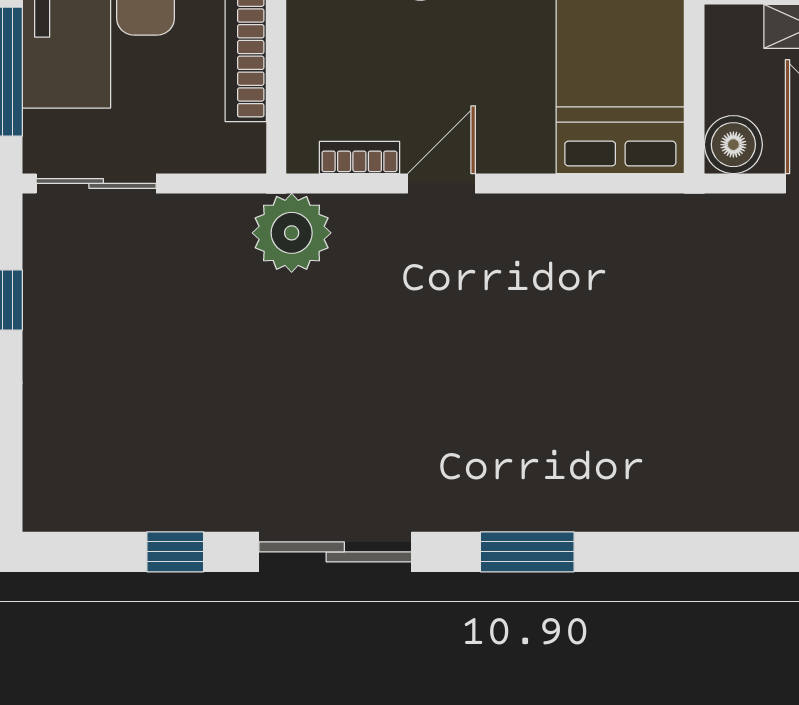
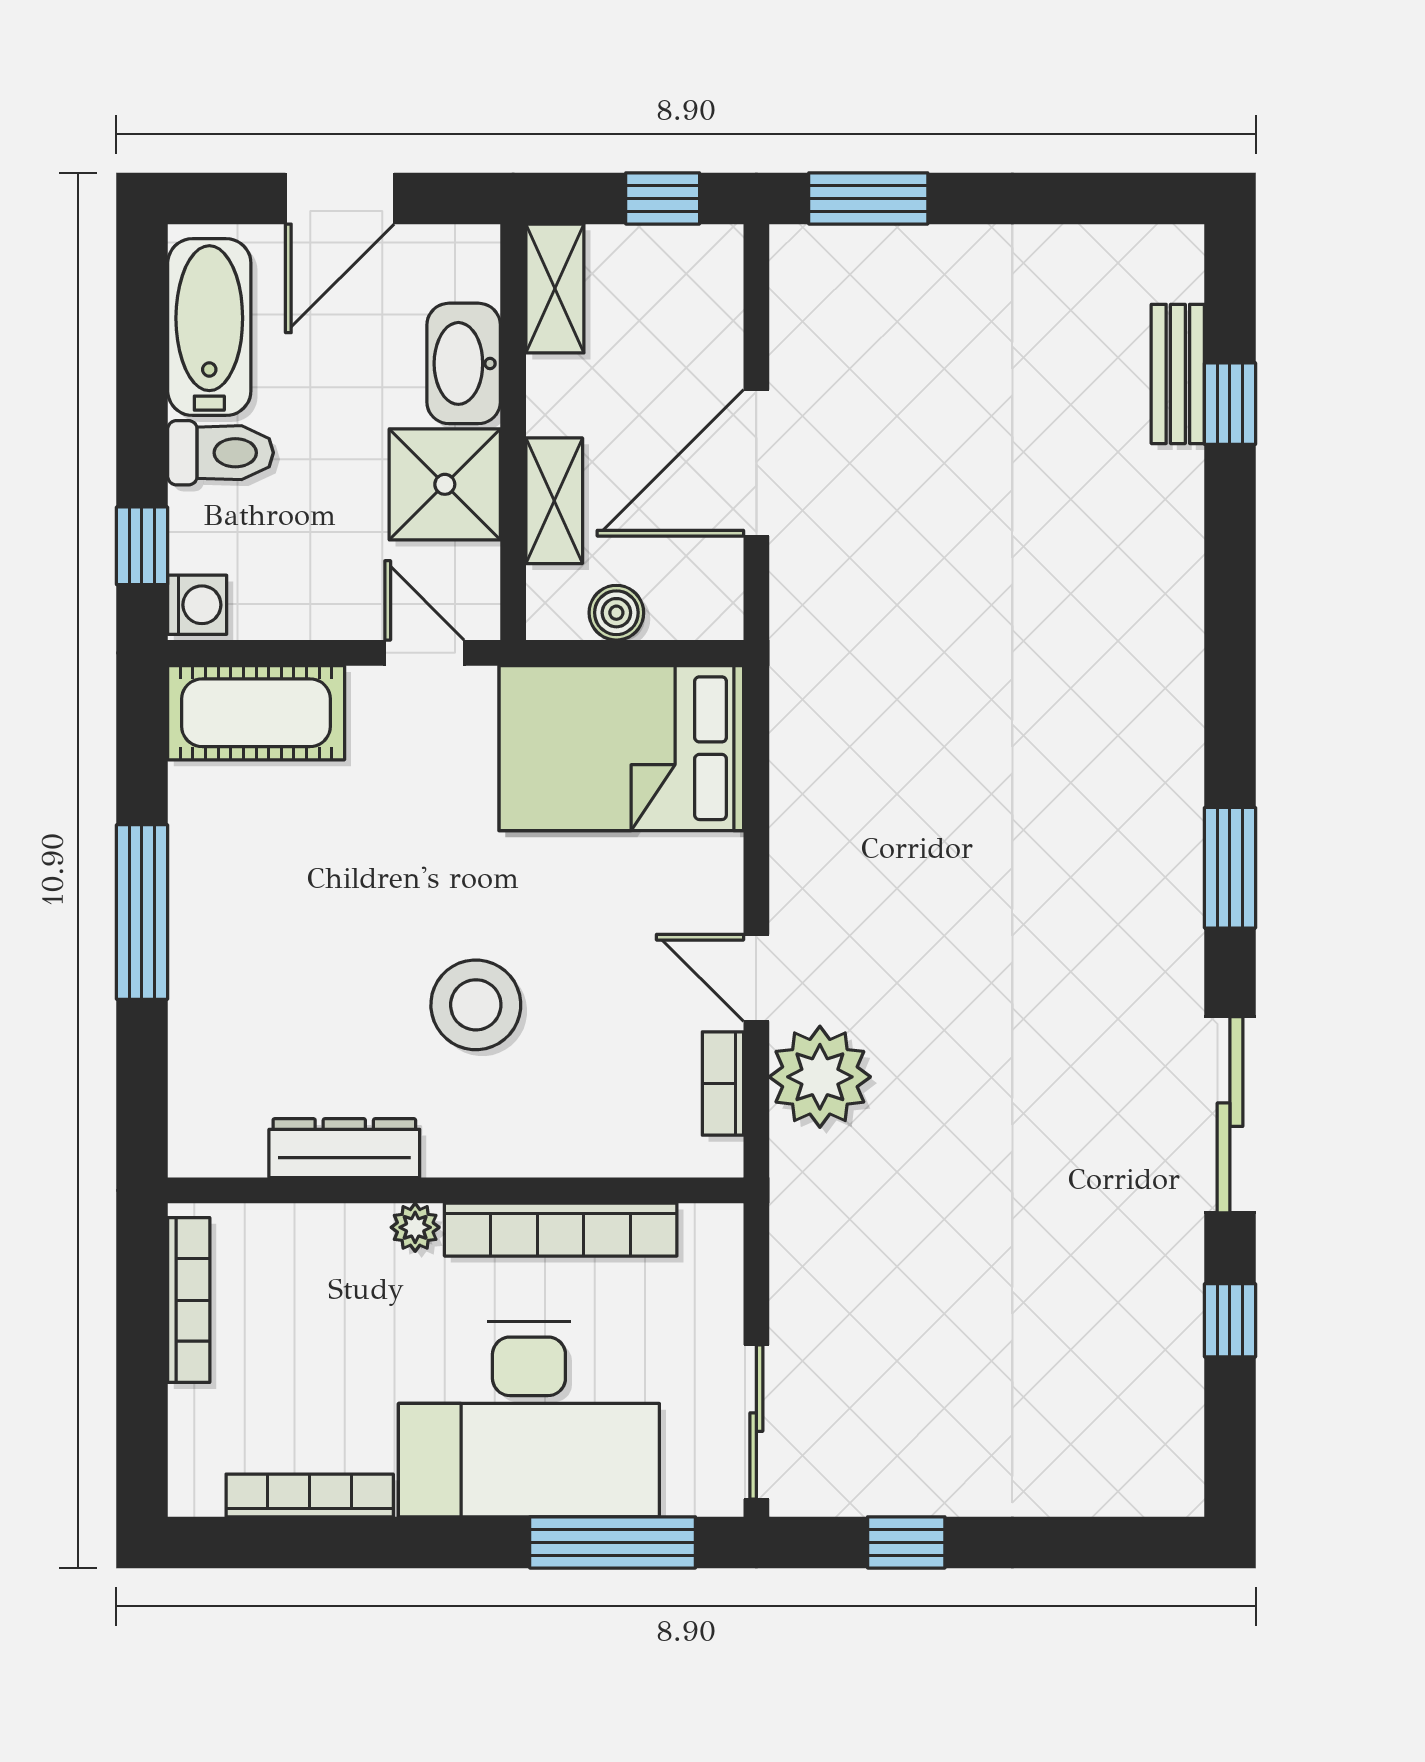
boiler: (733, 145) -> (616, 613), moved, width x0.73, depth x0.73
plant: (292, 233) -> (820, 1077), moved

